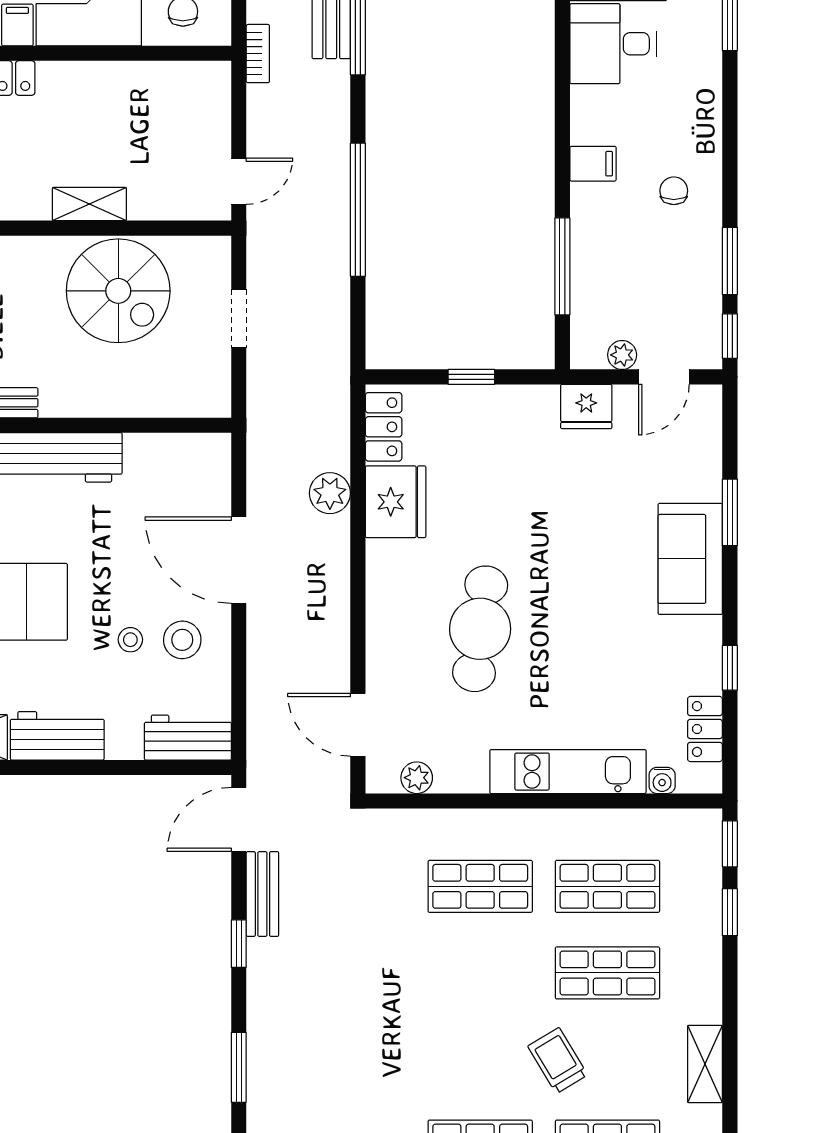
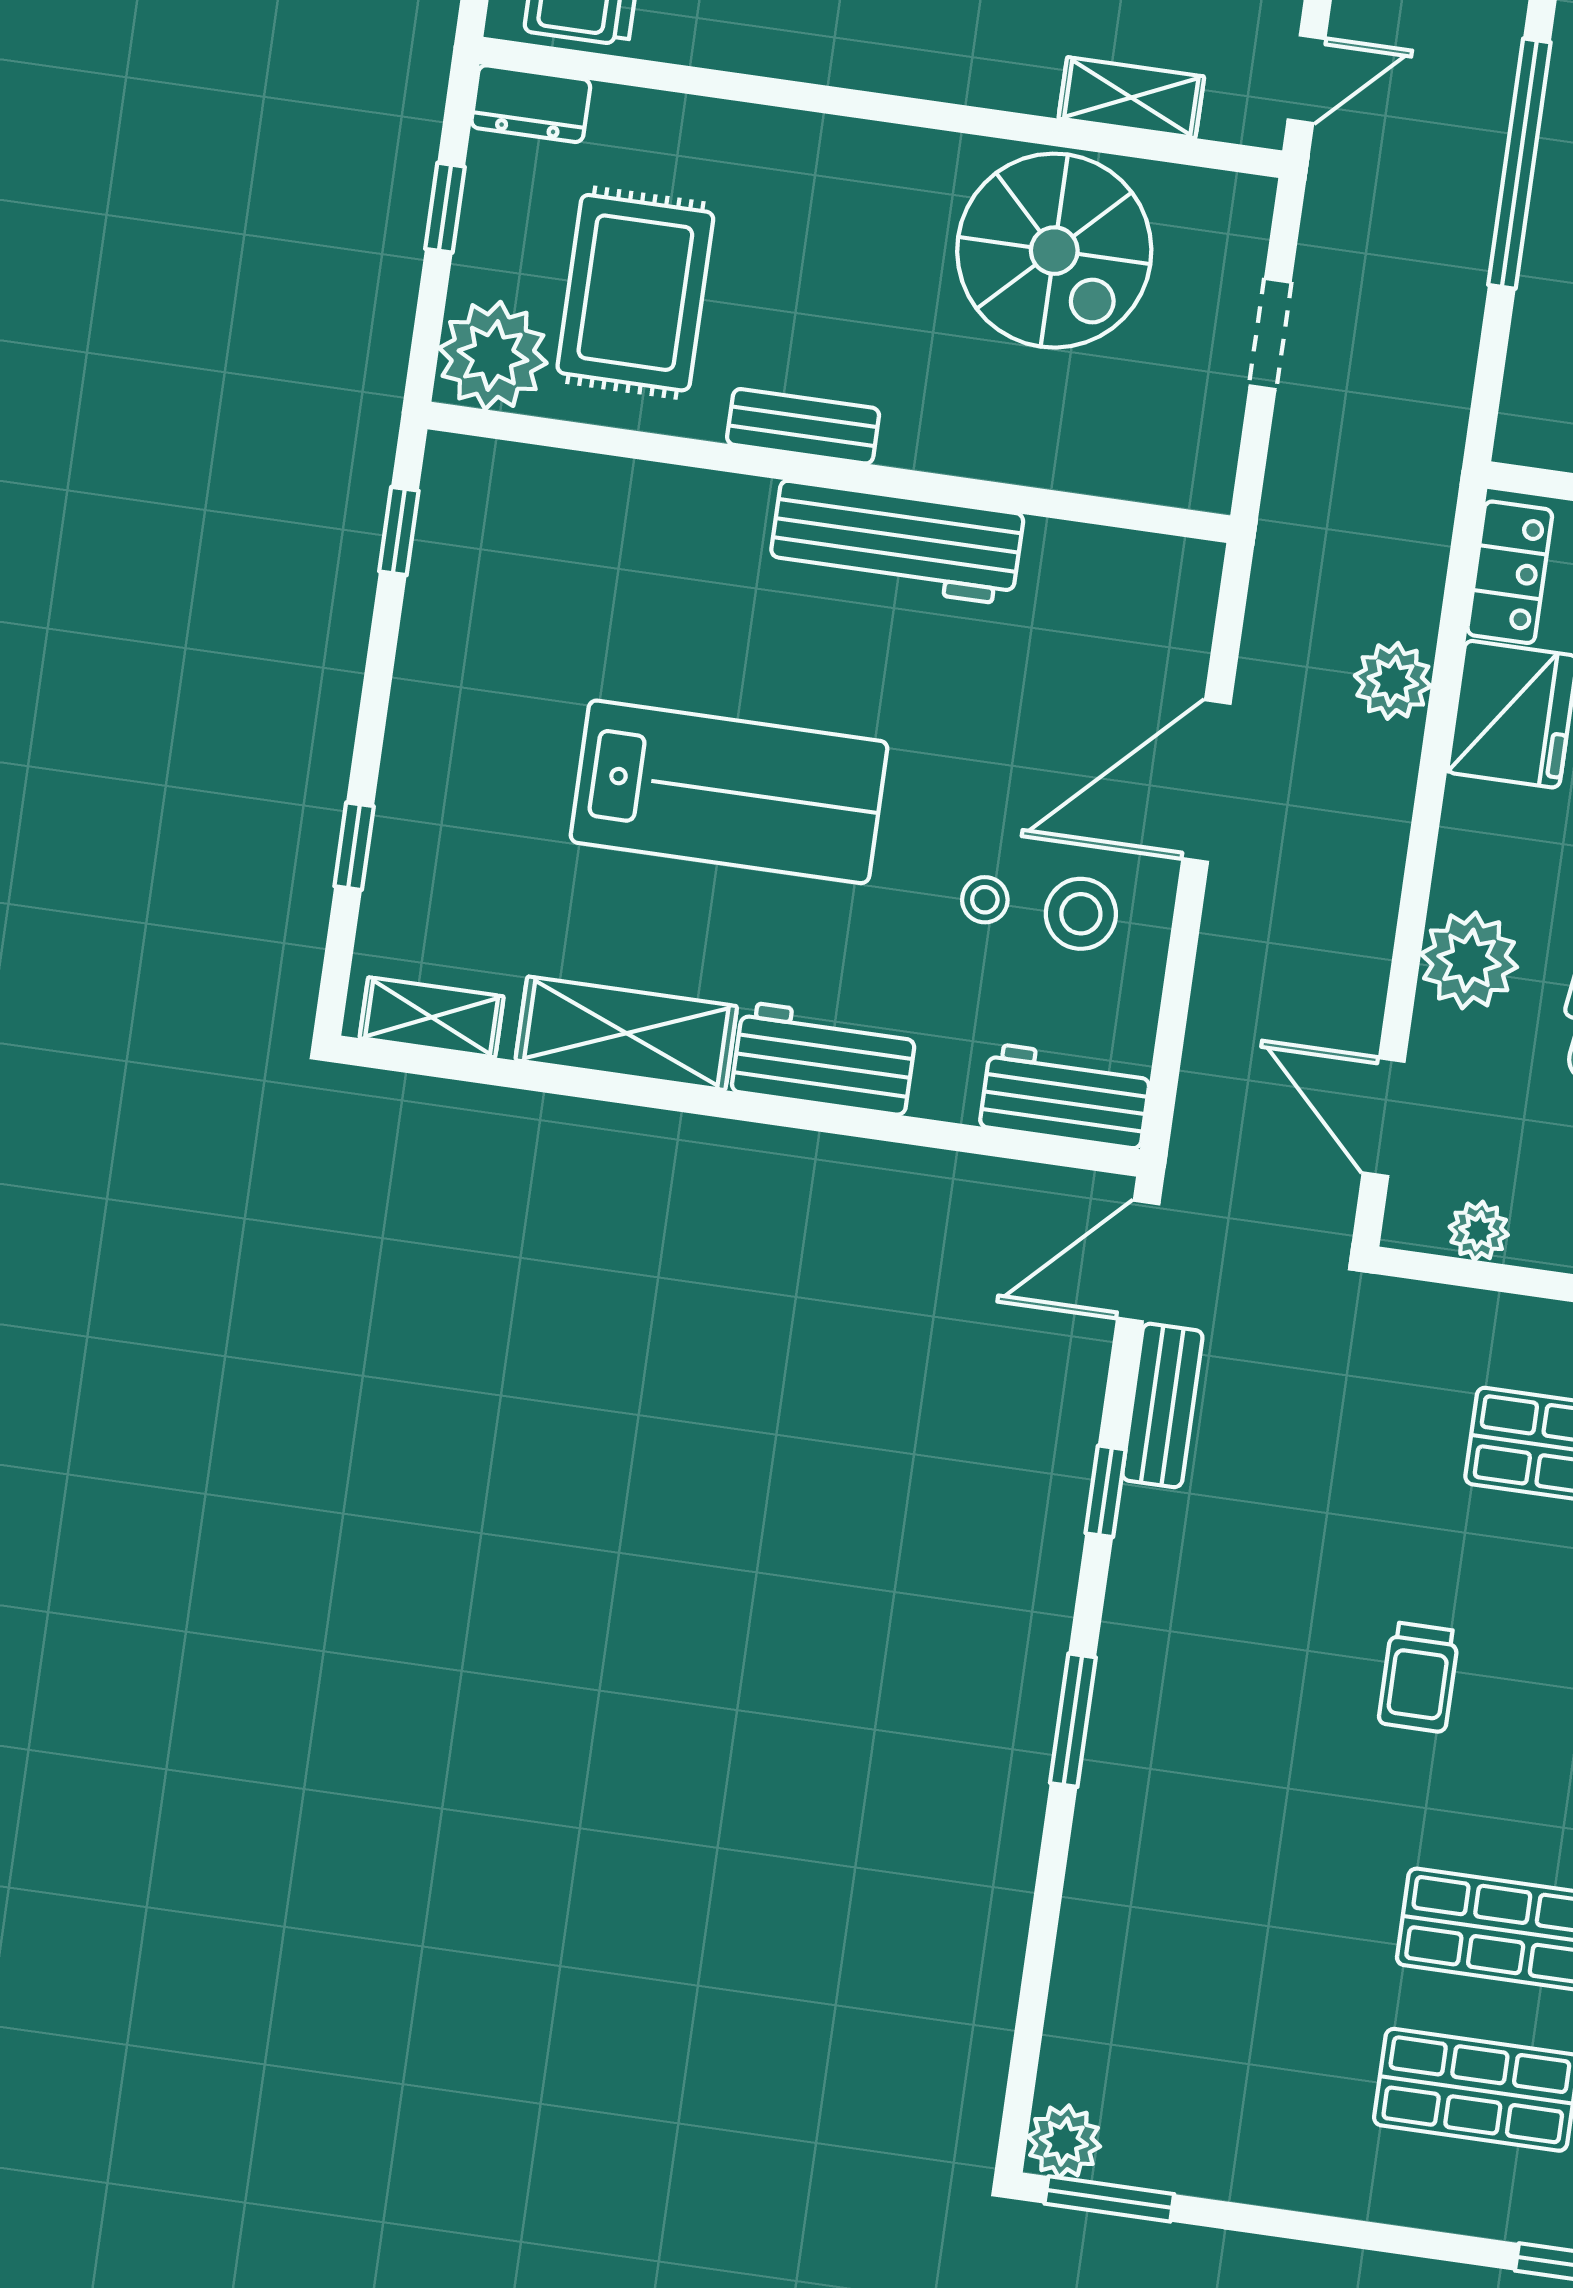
shelving: (89, 204) -> (1131, 97), moved
door: (239, 560) -> (1207, 781), hinge flipped
plant: (391, 635) -> (1469, 960), added
trolley: (419, 1019) -> (1419, 1677), added

